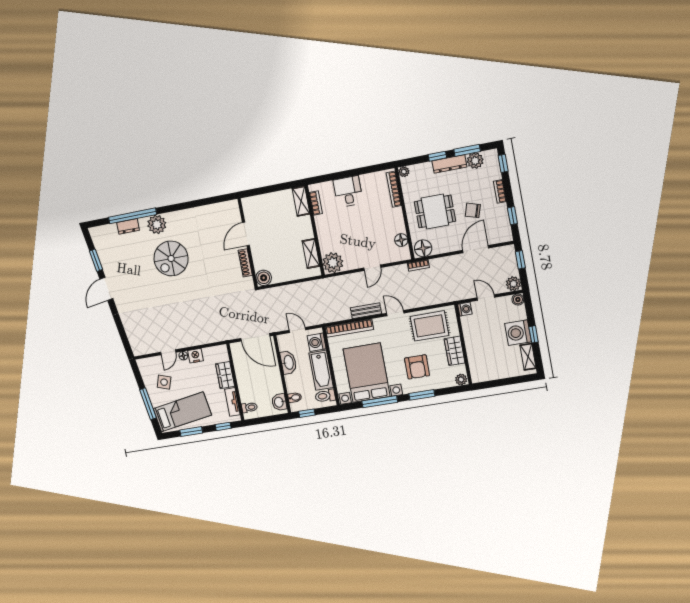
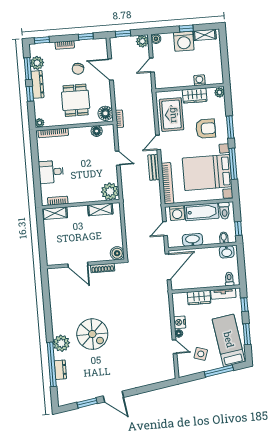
washing machine: (465, 309) -> (199, 80), moved

